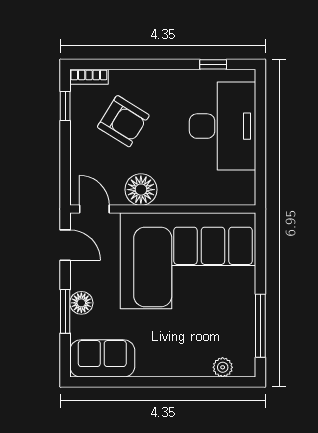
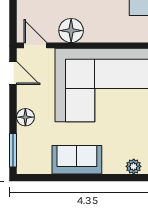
window: (65, 311) -> (13, 150), moved
sofa: (102, 358) -> (77, 160), moved

